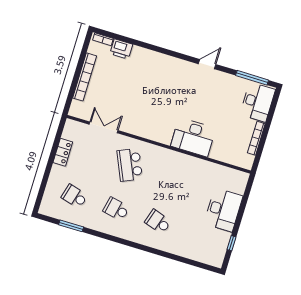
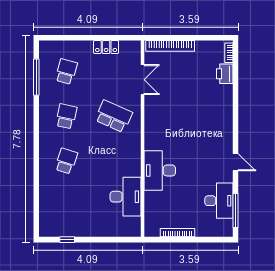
bookcase: (85, 77) -> (170, 46), moved
desk: (258, 102) -> (219, 201), moved, turned -90
school desk: (130, 165) -> (114, 116), turned 48
desk: (223, 210) -> (126, 197), moved, turned -90
window: (71, 226) -> (36, 77), width x1.44

